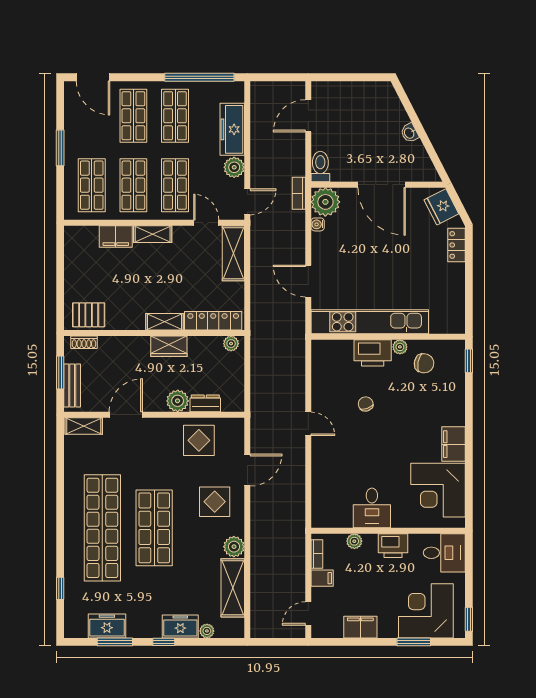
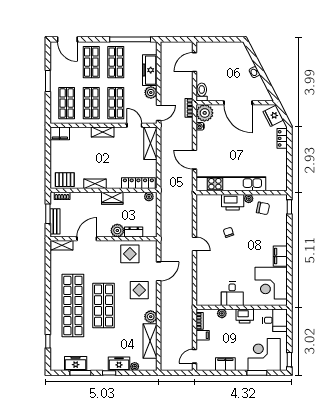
filing cabinet: (116, 236) -> (60, 133), moved
shelving: (165, 322) -> (95, 184), moved

